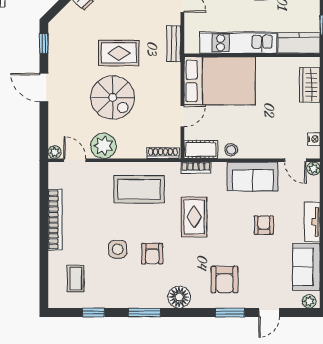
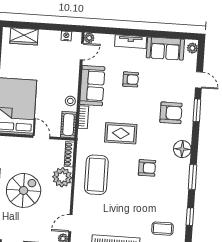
plant: (103, 146) -> (62, 177), moved
bookcase: (196, 168) -> (83, 117), moved
armchair: (264, 225) -> (131, 79), turned 180
side table: (118, 249) -> (142, 194), removed

